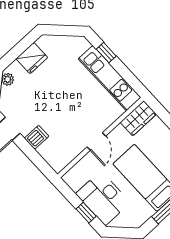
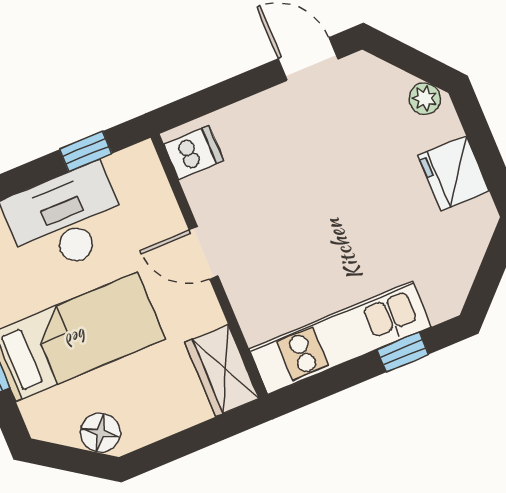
dishwasher: (37, 137) -> (194, 152), moved, turned -90
window: (86, 213) -> (86, 152), moved

